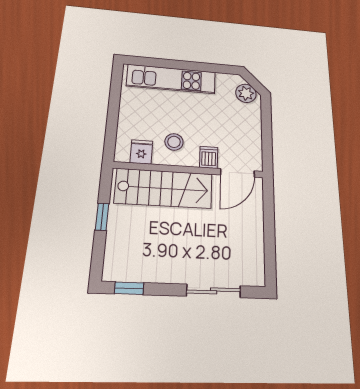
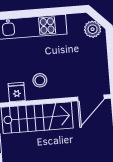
dishwasher: (209, 157) -> (68, 89), removed

